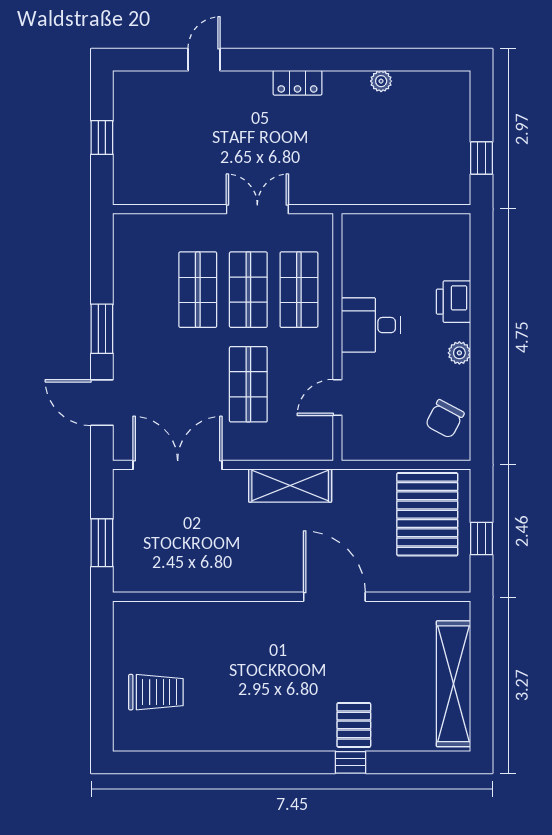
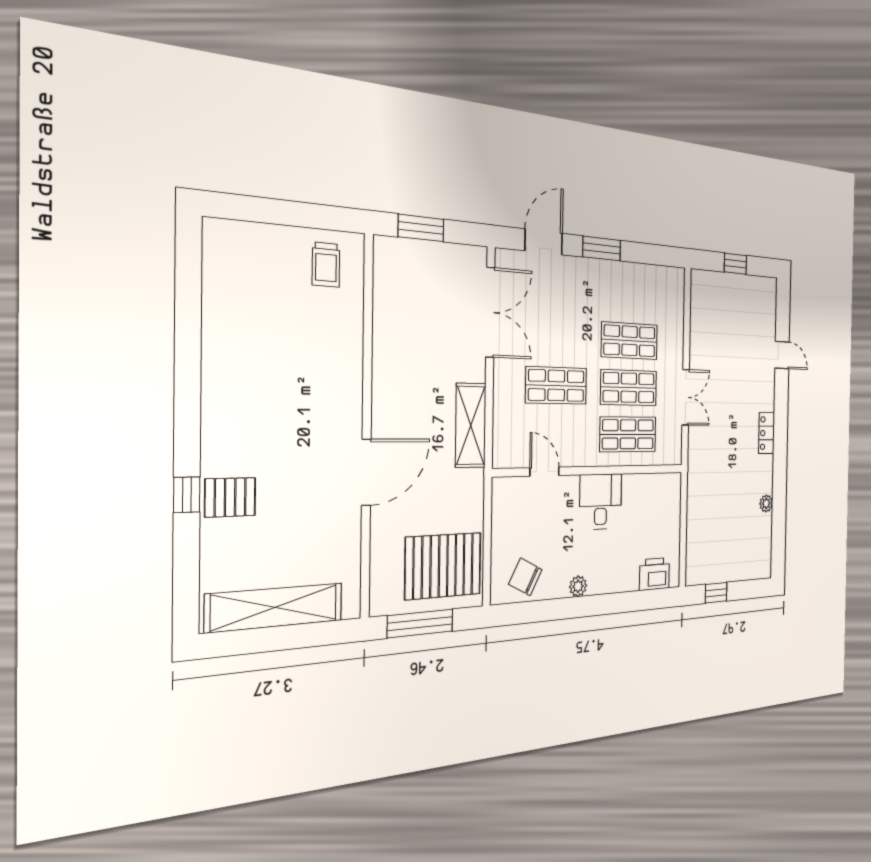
printer: (454, 302) -> (654, 574), moved
window: (481, 539) -> (420, 623), width x2.17
trolley: (156, 692) -> (326, 265), moved, width x0.73, depth x0.72

